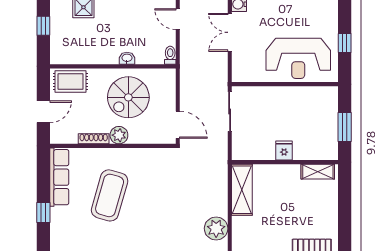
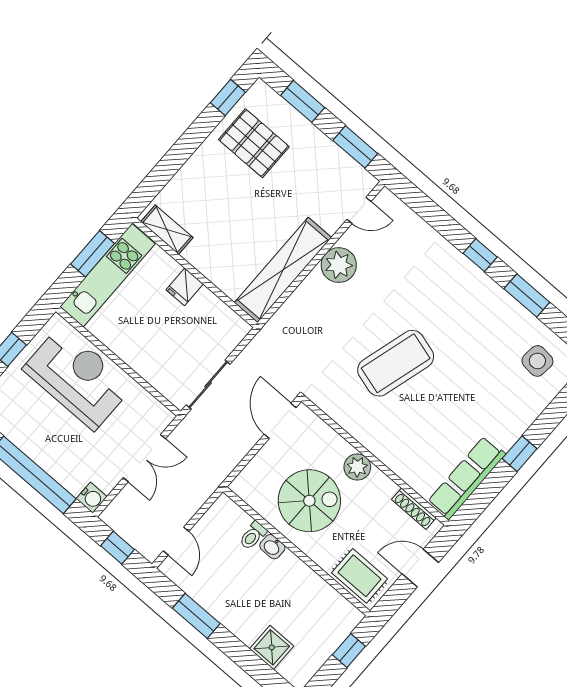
window: (43, 26) -> (349, 651), moved
double door: (230, 32) -> (144, 458), moved
toilet: (170, 55) -> (253, 536), moved
kitchen unit: (328, 123) -> (107, 275), added
shoe rack: (94, 139) -> (414, 509), moved
shelving: (242, 190) -> (283, 270), width x1.47
coffee table: (110, 195) -> (396, 363), moved

